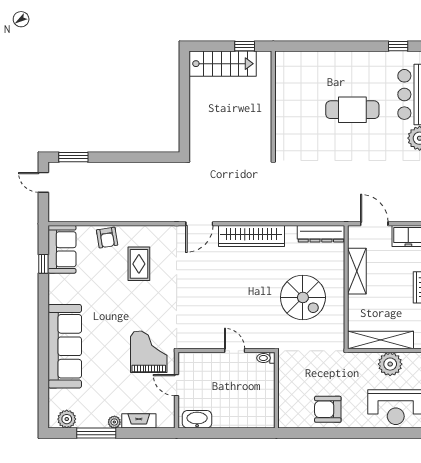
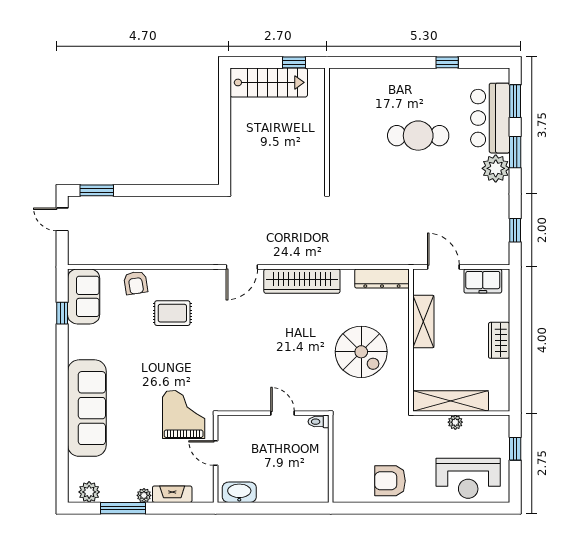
window: (398, 46) -> (447, 62), moved
rug: (139, 264) -> (172, 313), turned 90
plant: (390, 364) -> (455, 422), width x0.53, depth x0.53

